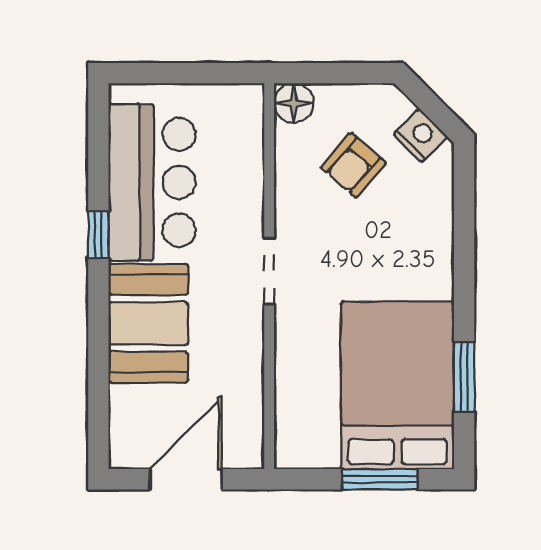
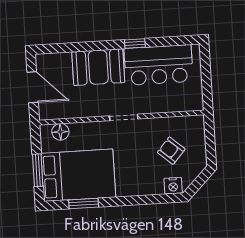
floor lamp: (294, 103) -> (60, 132), moved
nightstand: (421, 136) -> (173, 186), moved, turned 45

